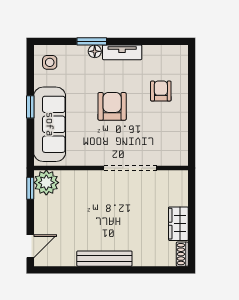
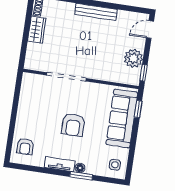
armchair: (161, 91) -> (25, 147), moved
window: (30, 107) -> (138, 109), moved
plant: (46, 183) -> (133, 58), moved

